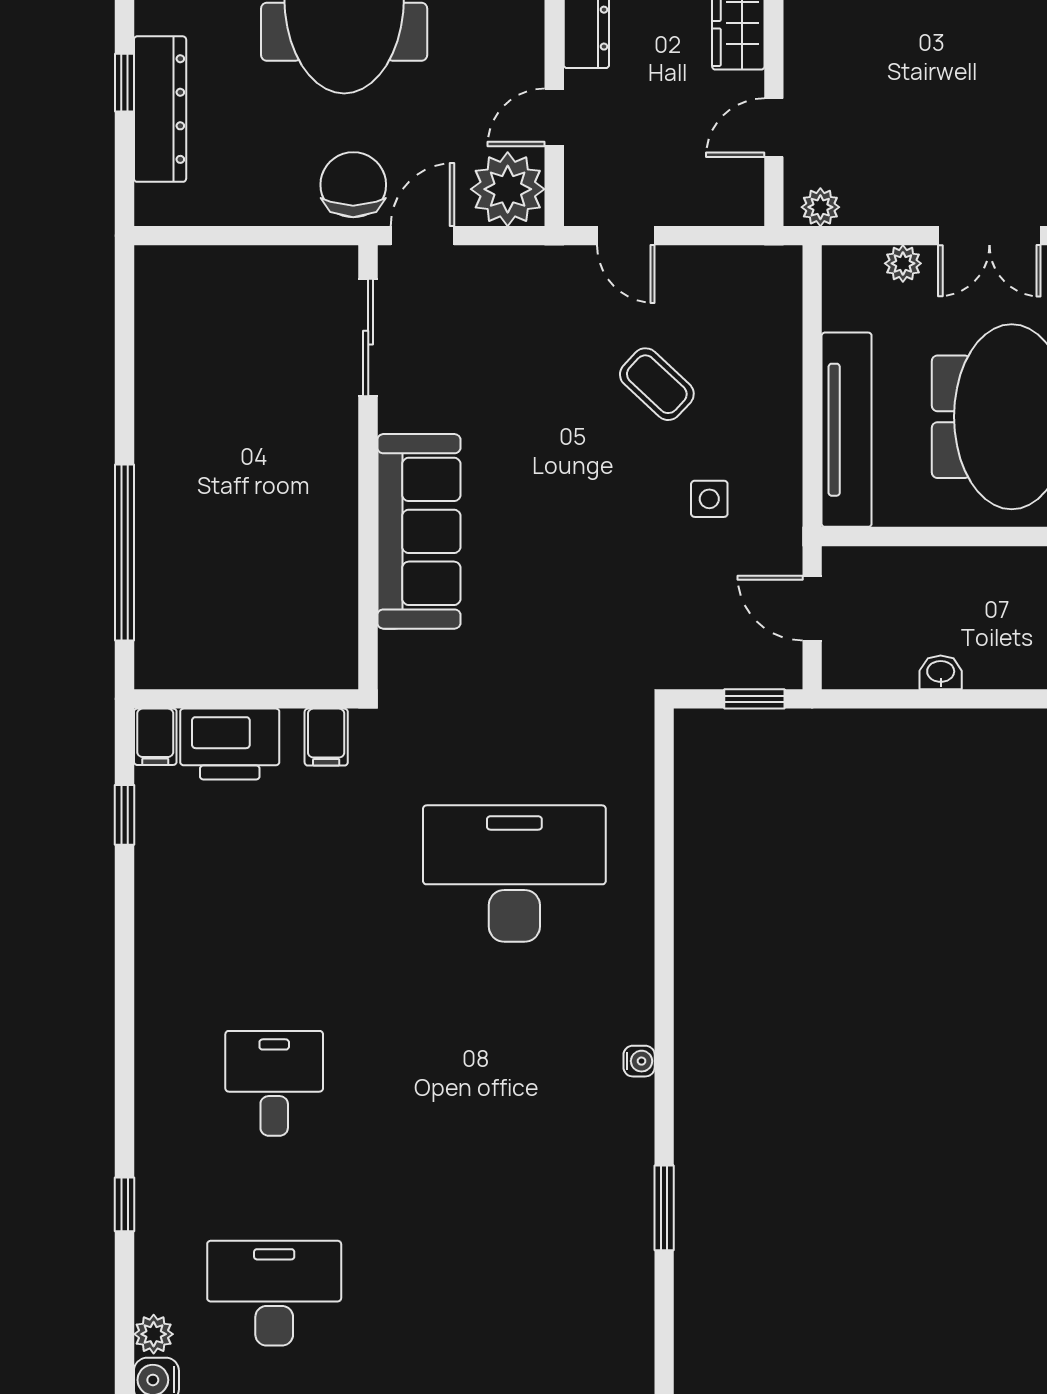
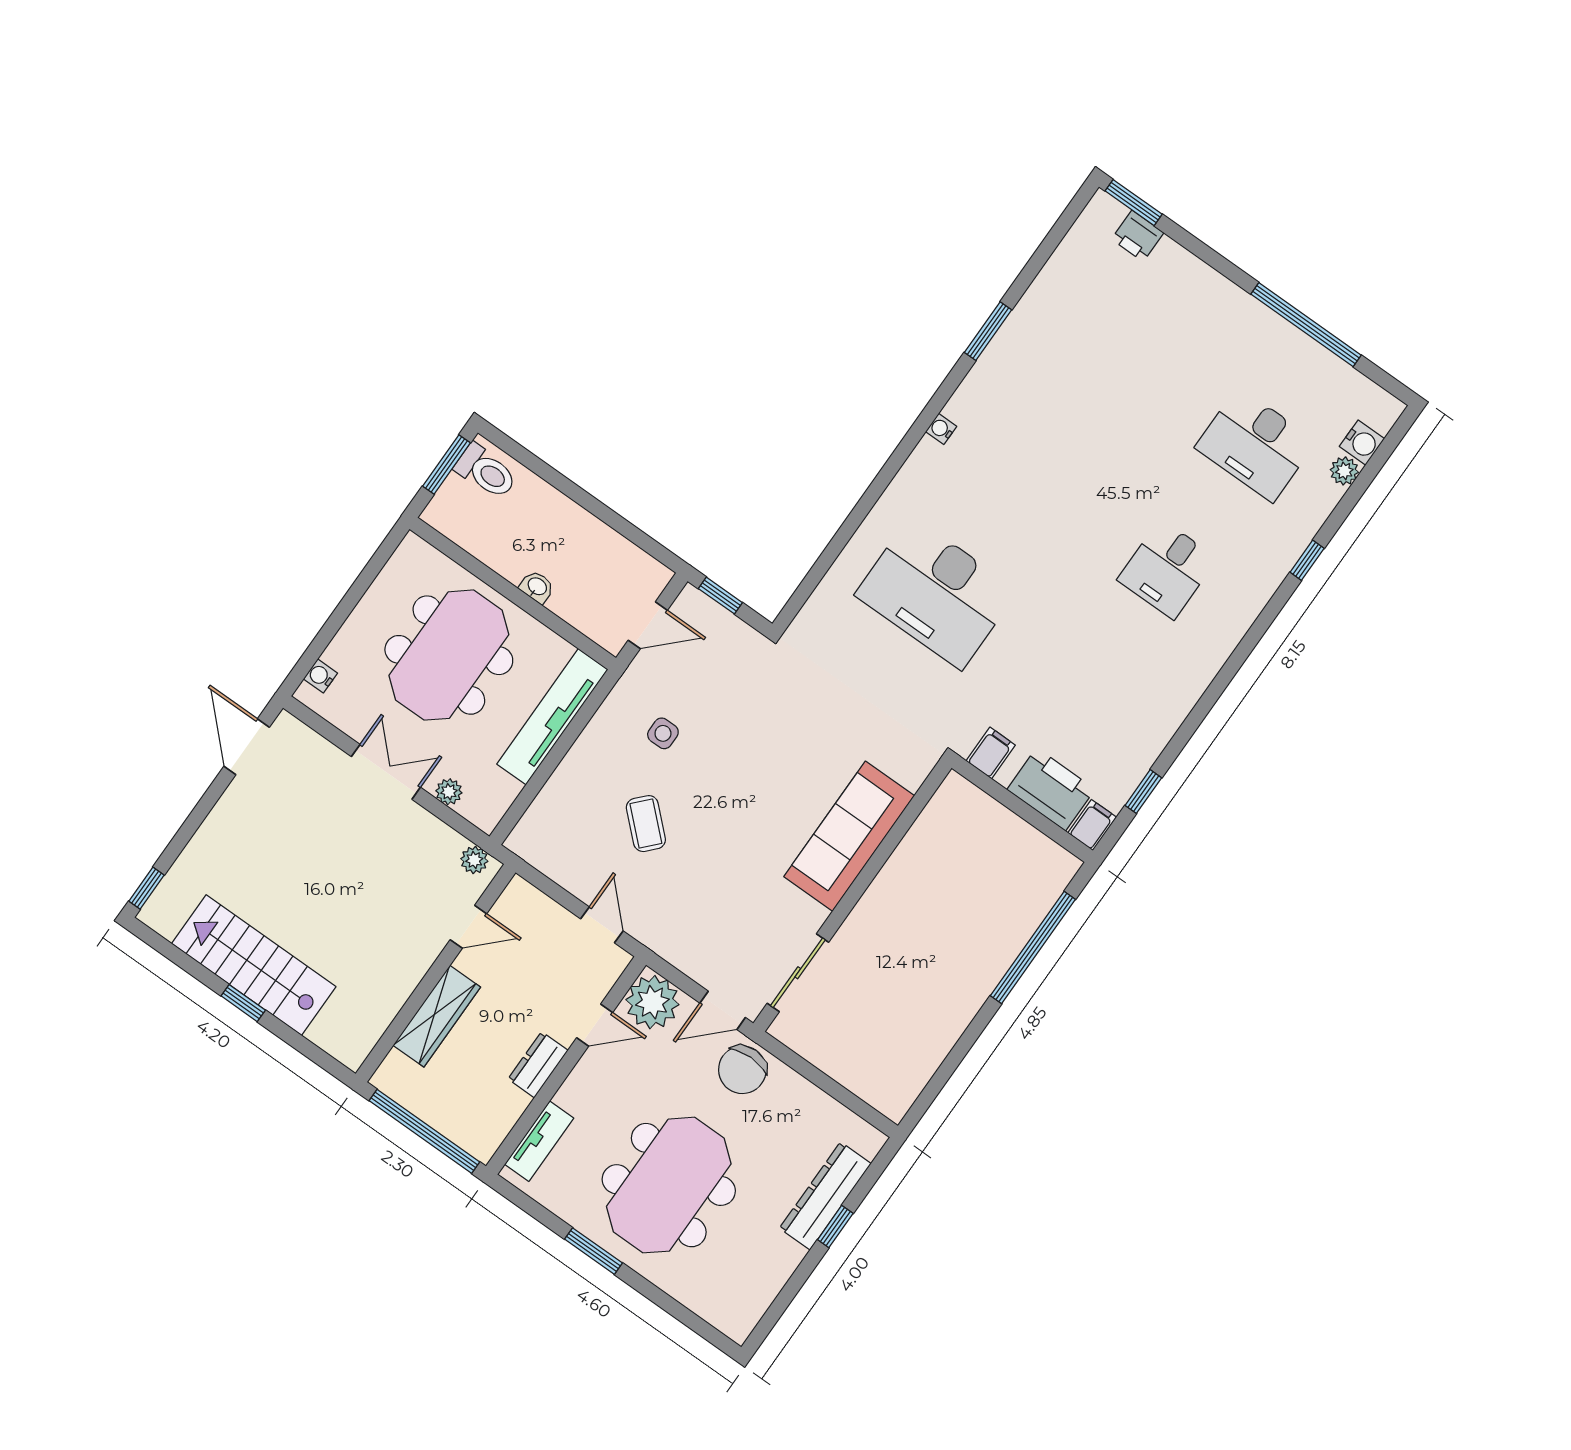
door: (812, 608) -> (648, 625), hinge flipped
washbasin: (941, 672) -> (537, 587), moved, turned 180

